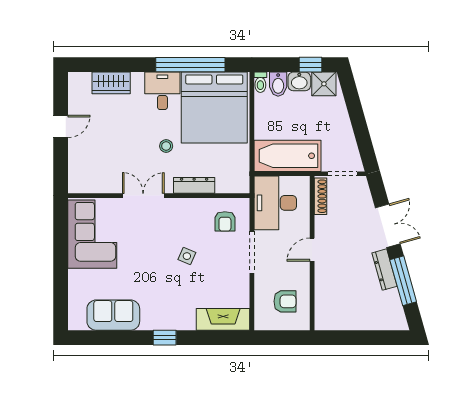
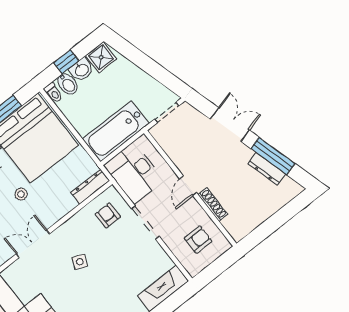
window: (310, 65) -> (66, 62), moved
dresser: (194, 185) -> (90, 187), moved
shoe rack: (320, 196) -> (213, 205), moved
armchair: (225, 221) -> (108, 215), turned 180
side table: (187, 256) -> (80, 262), moved
dresser: (385, 270) -> (267, 169), moved

